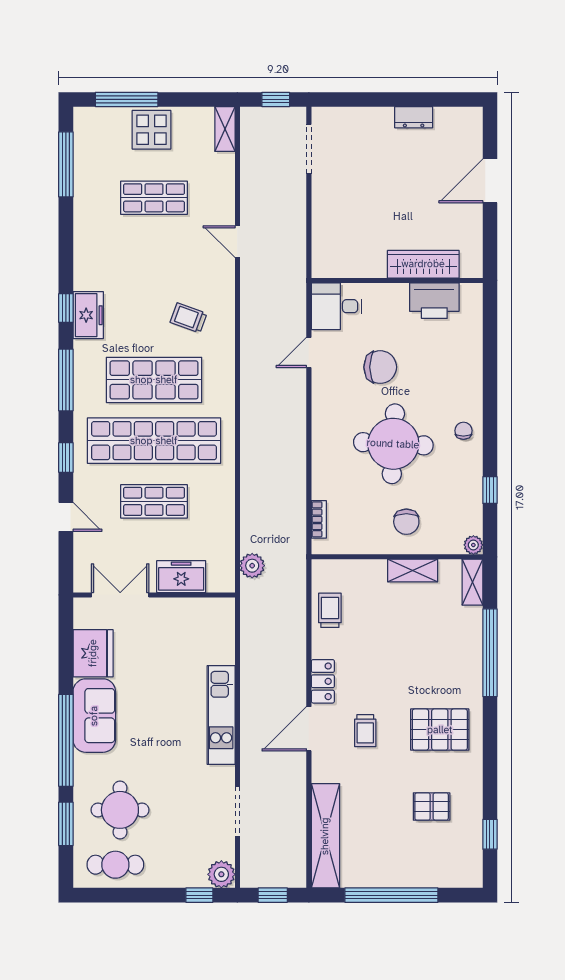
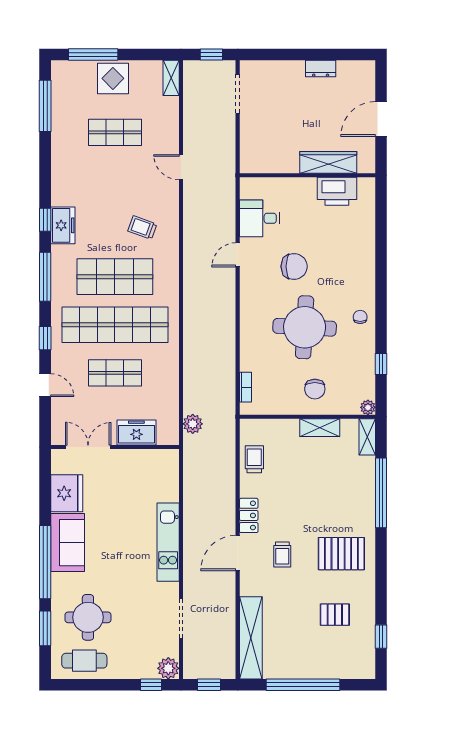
wardrobe: (423, 264) -> (328, 162), moved
wall: (397, 280) -> (307, 175), moved
printer: (434, 301) -> (337, 191), moved

